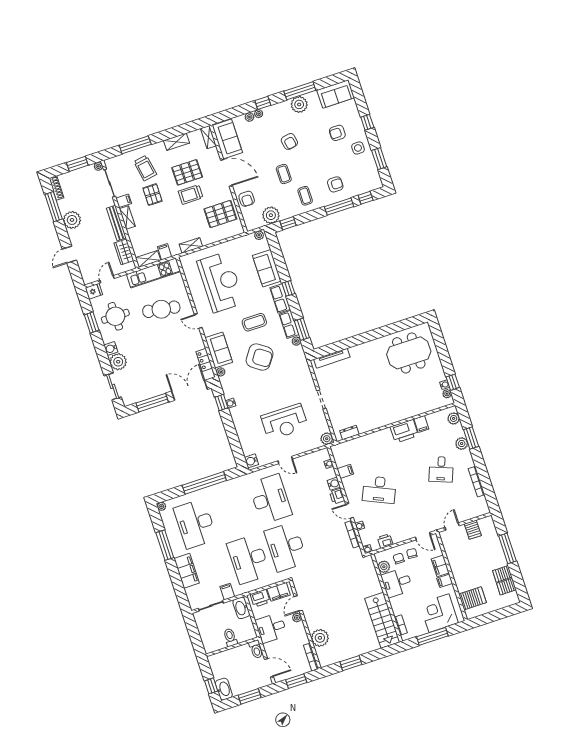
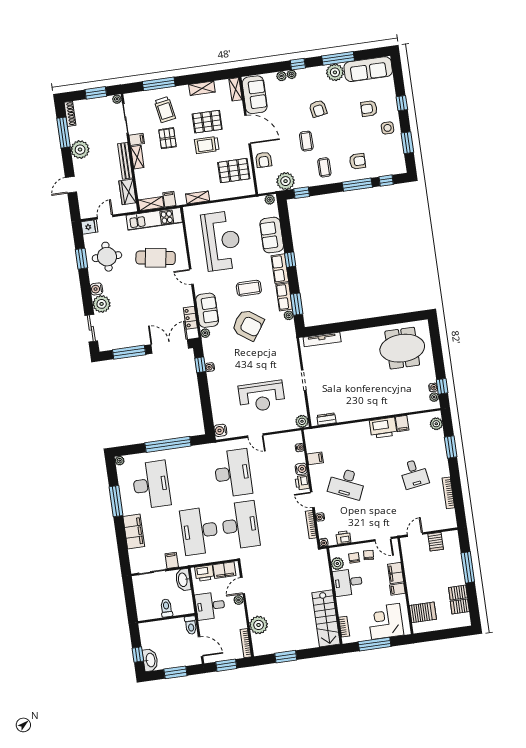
sofa: (336, 94) -> (368, 69), width x1.36
plant: (462, 444) -> (440, 451), removed
desk: (441, 469) -> (414, 474), turned -30
desk: (195, 524) -> (151, 485), turned 180
desk: (286, 547) -> (240, 525), turned 180

